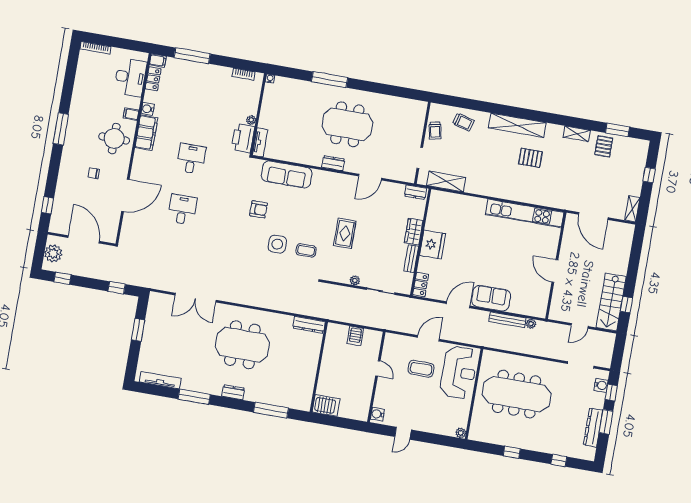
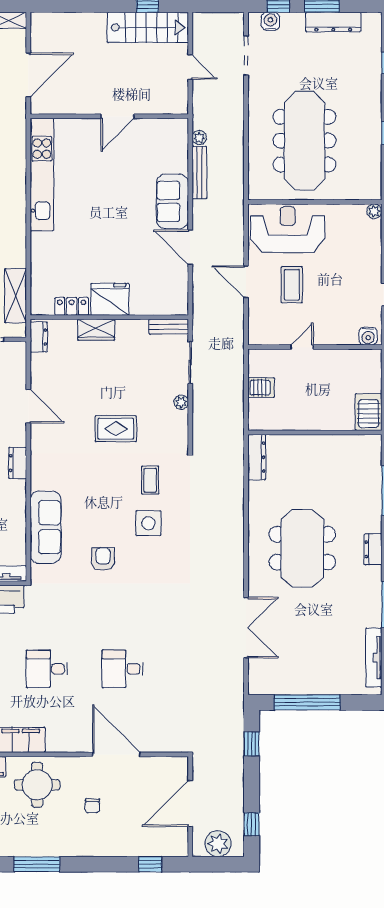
bench: (411, 259) -> (169, 327), moved
locker: (421, 285) -> (72, 306), moved
window: (138, 330) -> (307, 702), width x2.11

